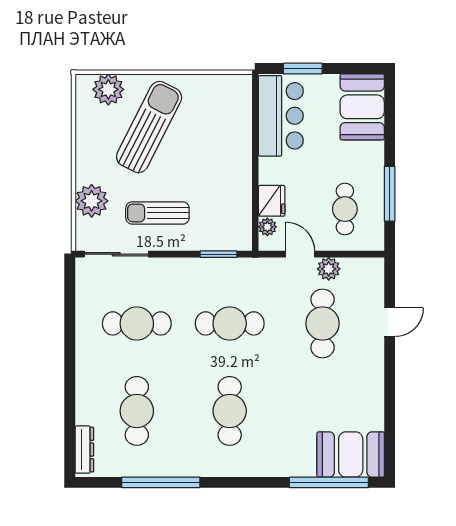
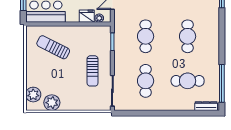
sun lounger: (149, 127) -> (53, 47), moved, width x0.73, depth x0.75
plant: (92, 201) -> (52, 103), moved
cafe table: (230, 411) -> (188, 36), turned 90
window: (161, 482) -> (222, 83), moved

